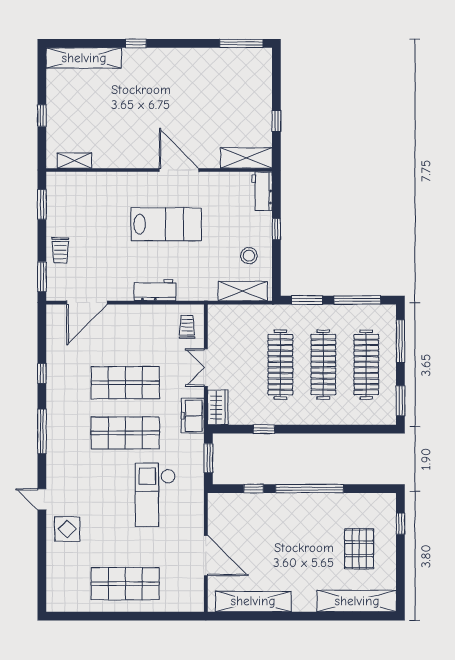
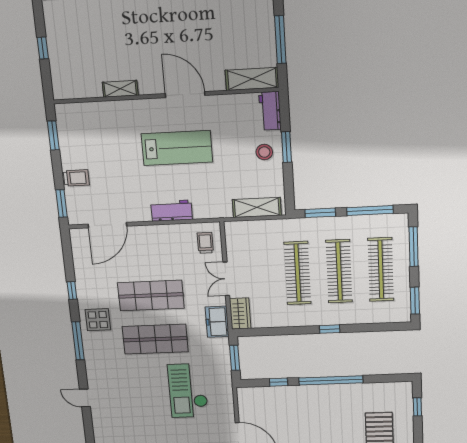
window: (276, 121) -> (280, 40), width x2.17
shelving: (74, 161) -> (120, 89), moved
window: (276, 229) -> (286, 147), width x1.50
trolley: (60, 250) -> (76, 178), turned -90
stool: (249, 256) -> (264, 152), moved
window: (264, 429) -> (330, 329), moved
display table: (67, 529) -> (98, 320), moved

